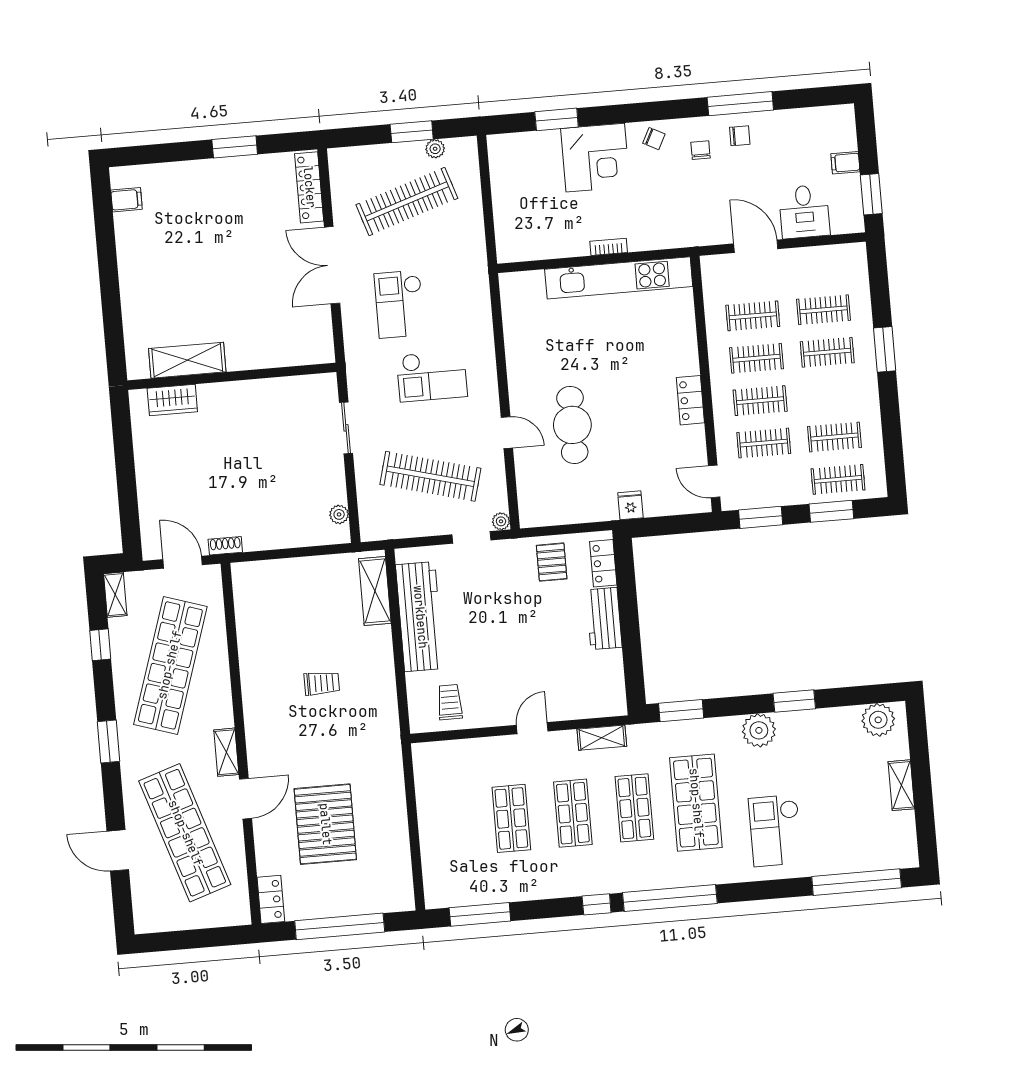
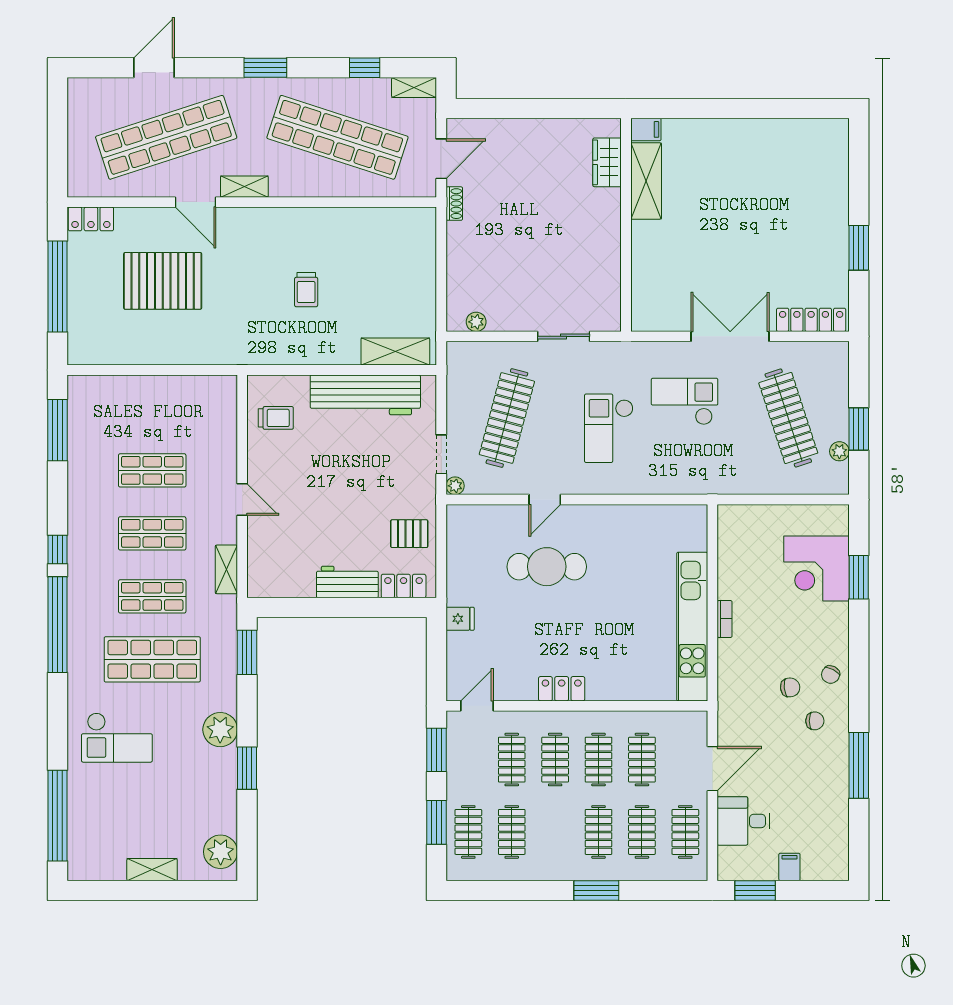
chair: (740, 136) -> (790, 687), moved, turned -96
corner desk: (595, 158) -> (816, 569), moved
filing cabinet: (126, 200) -> (646, 129), moved, turned -90
clothes rail: (820, 267) -> (685, 832), added
checkout: (775, 831) -> (117, 738), turned 180

